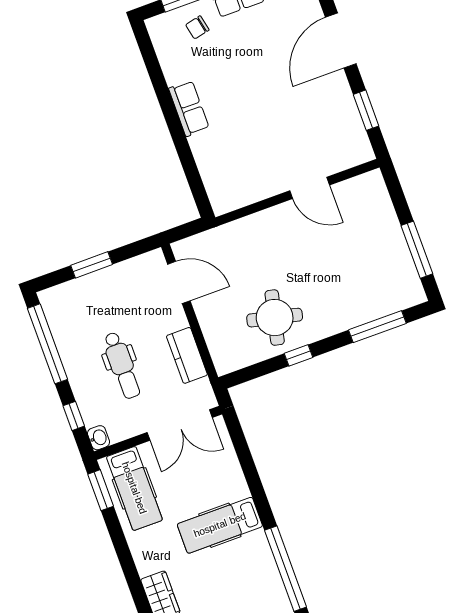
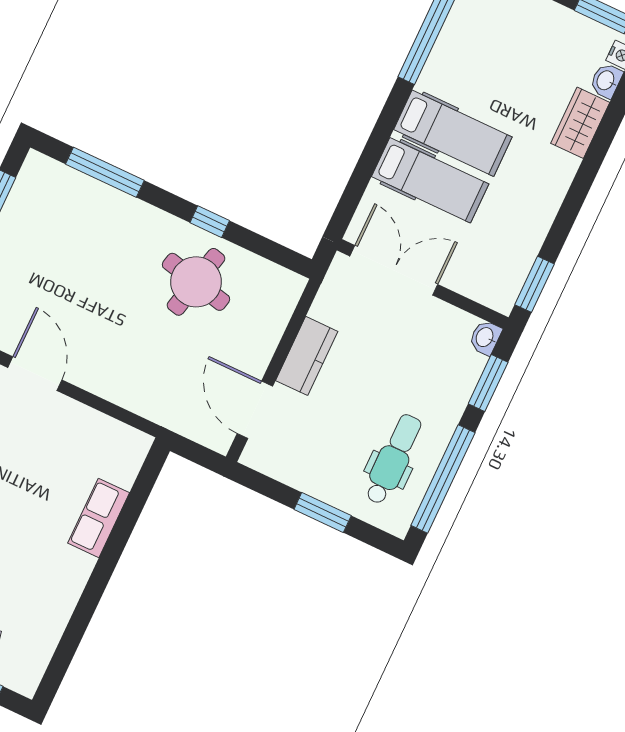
row of seats: (189, 108) -> (99, 518), moved
kitchen counter: (187, 355) -> (307, 356), moved
dental chair: (122, 365) -> (393, 459), moved
window: (74, 416) -> (488, 383), width x1.50
hospital bed: (134, 488) -> (430, 180), moved, turned 90

